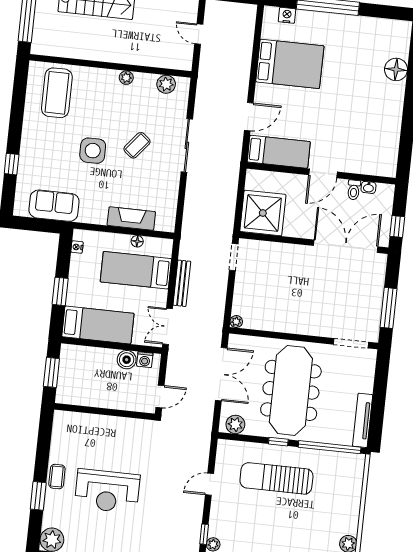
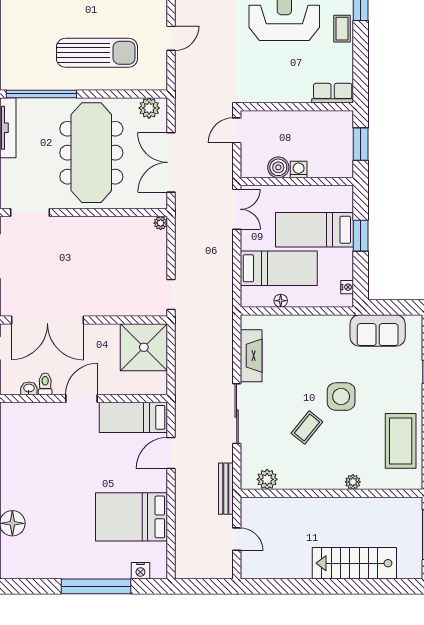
plant: (126, 78) -> (353, 482), moved
coffee table: (57, 93) -> (401, 441), moved
coffee table: (137, 145) -> (307, 427), moved
fireplace: (131, 219) -> (251, 356), moved, turned -90
bench: (182, 283) -> (226, 489), moved
bed: (98, 325) -> (315, 230), moved
washing machine: (145, 360) -> (299, 170), moved
row of seats: (71, 420) -> (333, 93), added
window: (278, 442) -> (99, 94), removed

